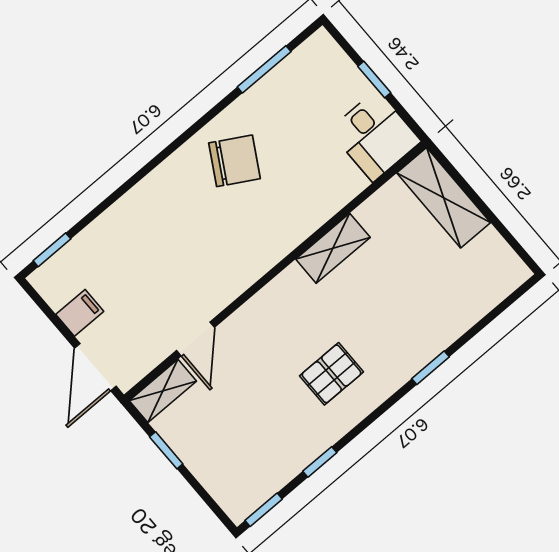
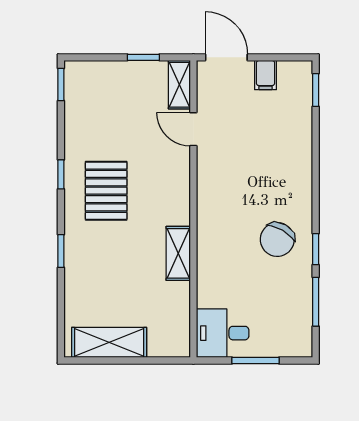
window: (374, 80) -> (255, 360), width x1.50
window: (211, 114) -> (316, 249), added
shelving: (444, 198) -> (109, 342), moved
pallet: (331, 374) -> (106, 191), width x1.50, depth x1.42
window: (320, 462) -> (61, 174), moved

